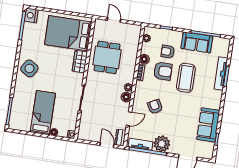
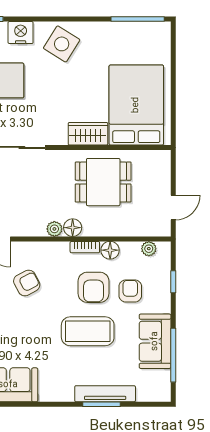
nightstand: (31, 15) -> (21, 33), moved
door: (114, 20) -> (173, 208), moved
floor lamp: (126, 97) -> (73, 228), moved

